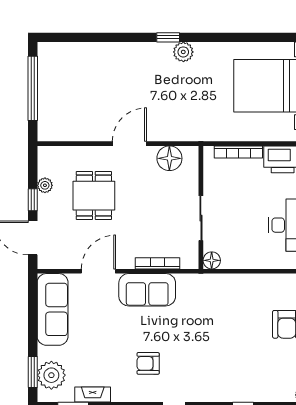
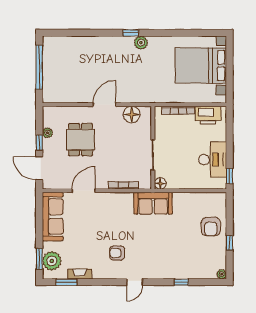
sofa: (147, 290) -> (153, 203), moved

